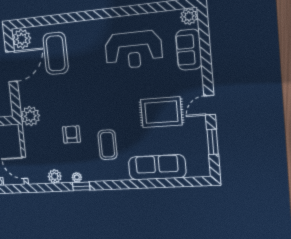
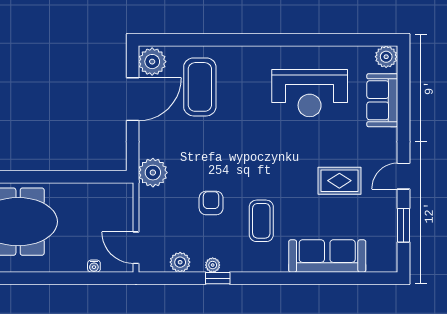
rug: (161, 112) -> (339, 181), width x0.73, depth x0.70

